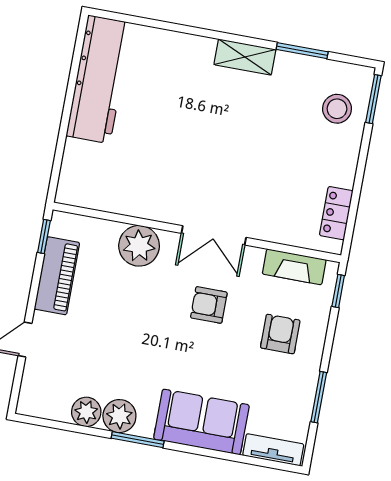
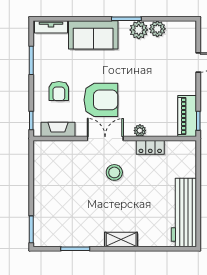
shelving: (245, 57) -> (121, 239), moved
stool: (337, 109) -> (114, 172), moved
locker: (336, 213) -> (150, 147), moved, turned 90
plant: (139, 246) -> (140, 131), width x0.53, depth x0.53
piano: (57, 276) -> (187, 116), moved
armchair: (209, 305) -> (101, 100), width x1.88, depth x1.88

